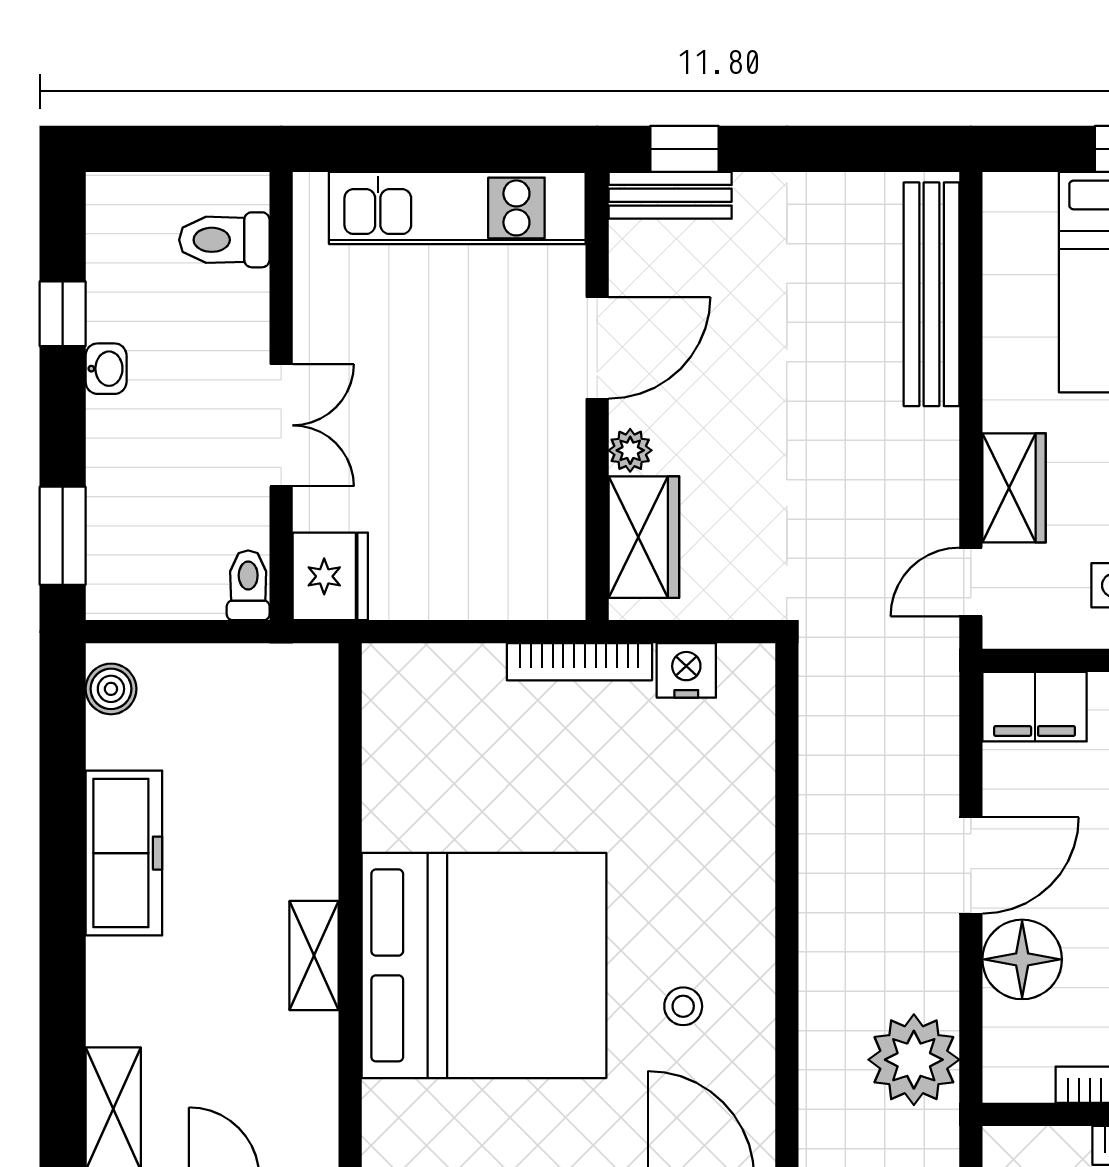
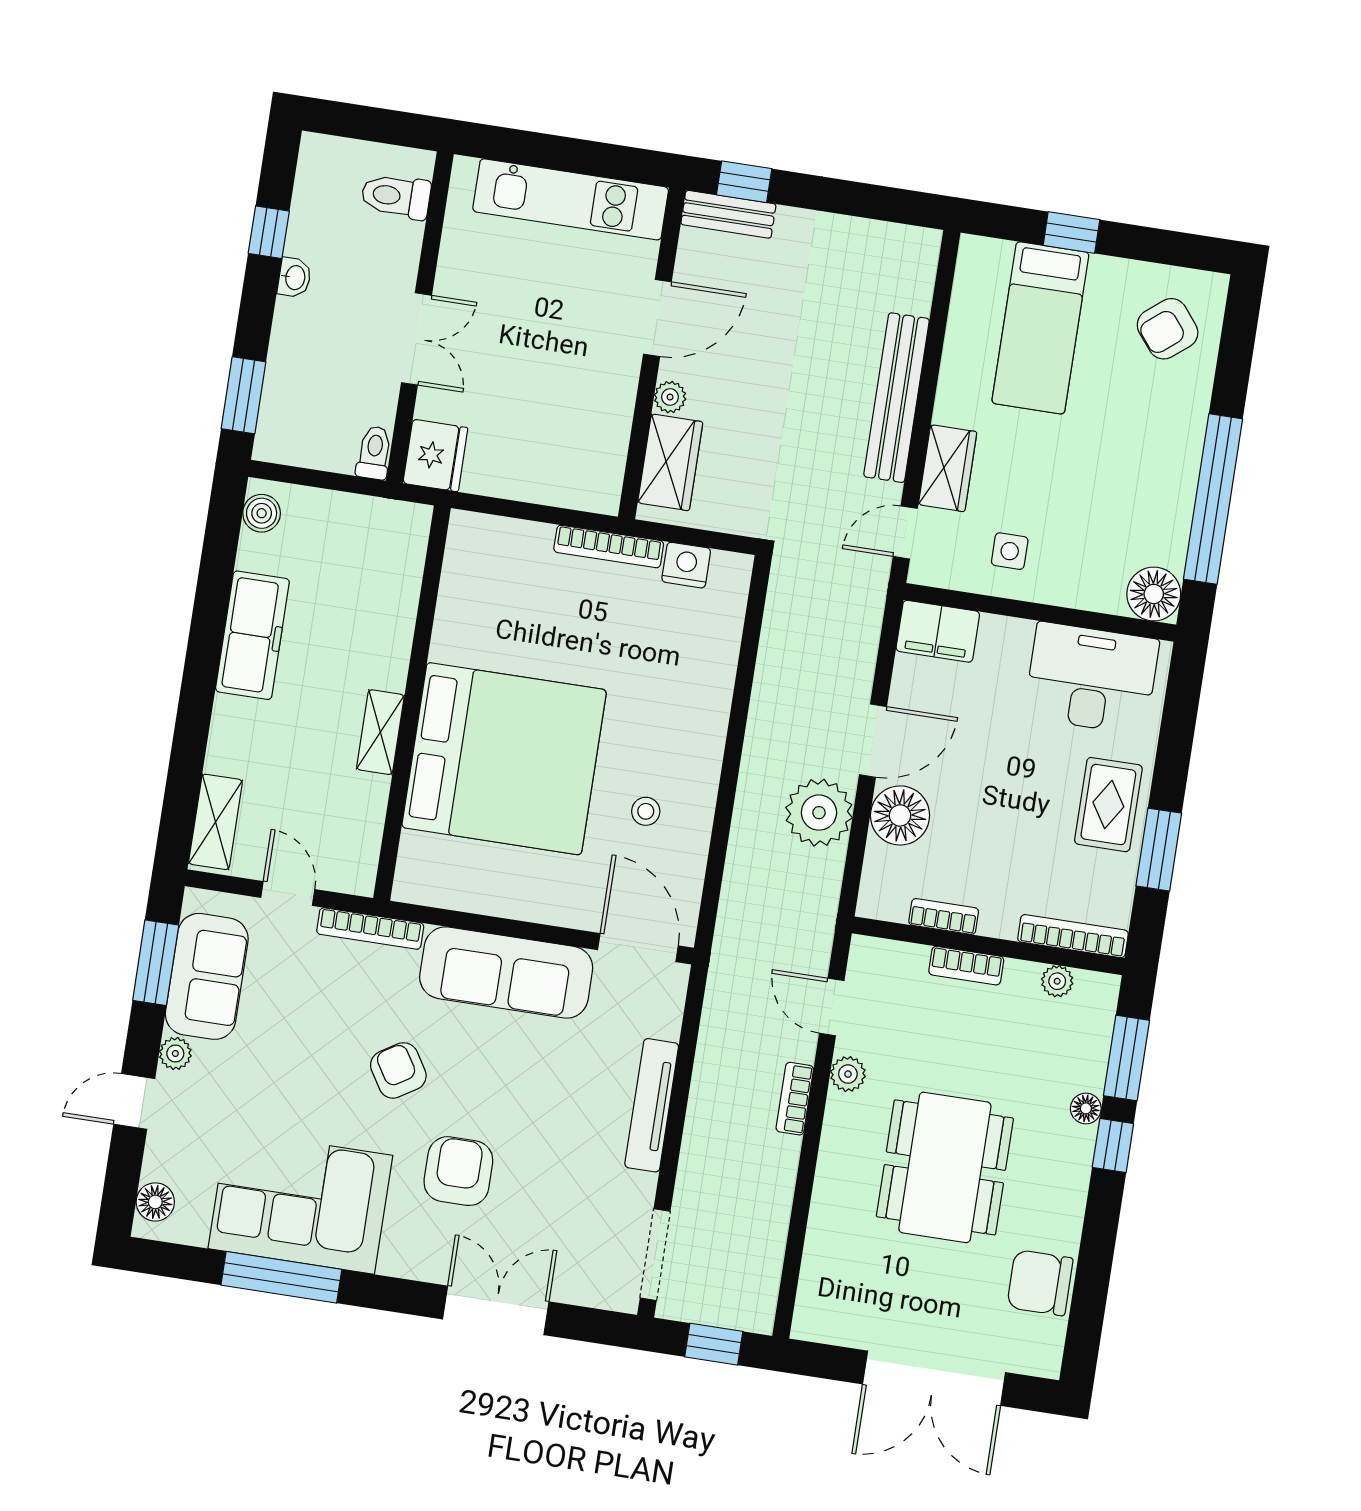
bench: (932, 294) -> (897, 398), moved
plant: (914, 1060) -> (819, 813), moved

